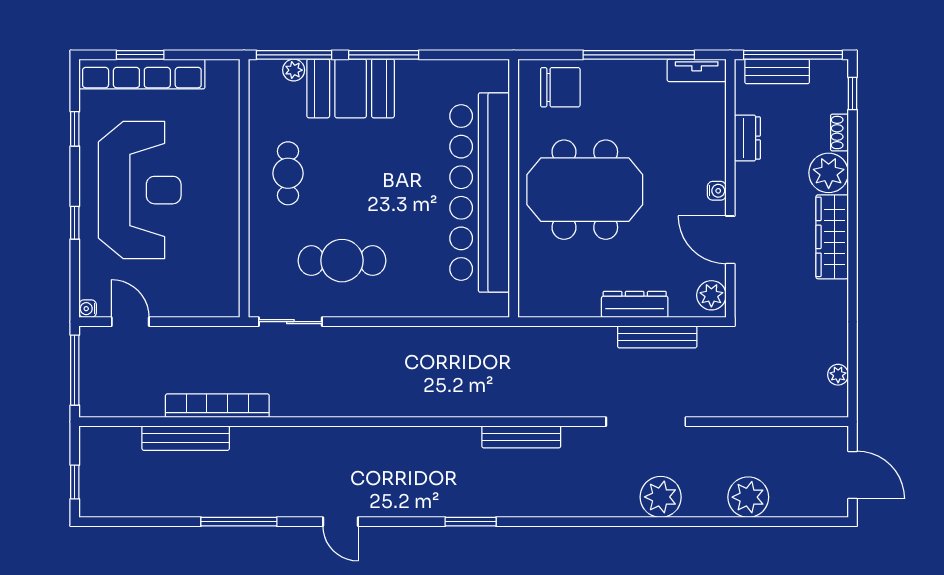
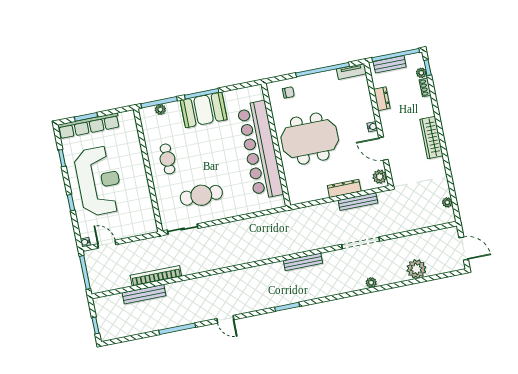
chair: (560, 87) -> (288, 92), width x0.54, depth x0.54
booth: (351, 88) -> (204, 110), moved
plant: (829, 173) -> (421, 73), moved, width x0.53, depth x0.53
plant: (661, 497) -> (371, 283), width x0.53, depth x0.53

